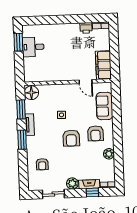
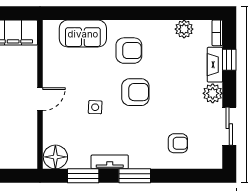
door: (86, 82) -> (40, 99), moved
plant: (109, 154) -> (184, 29), moved

